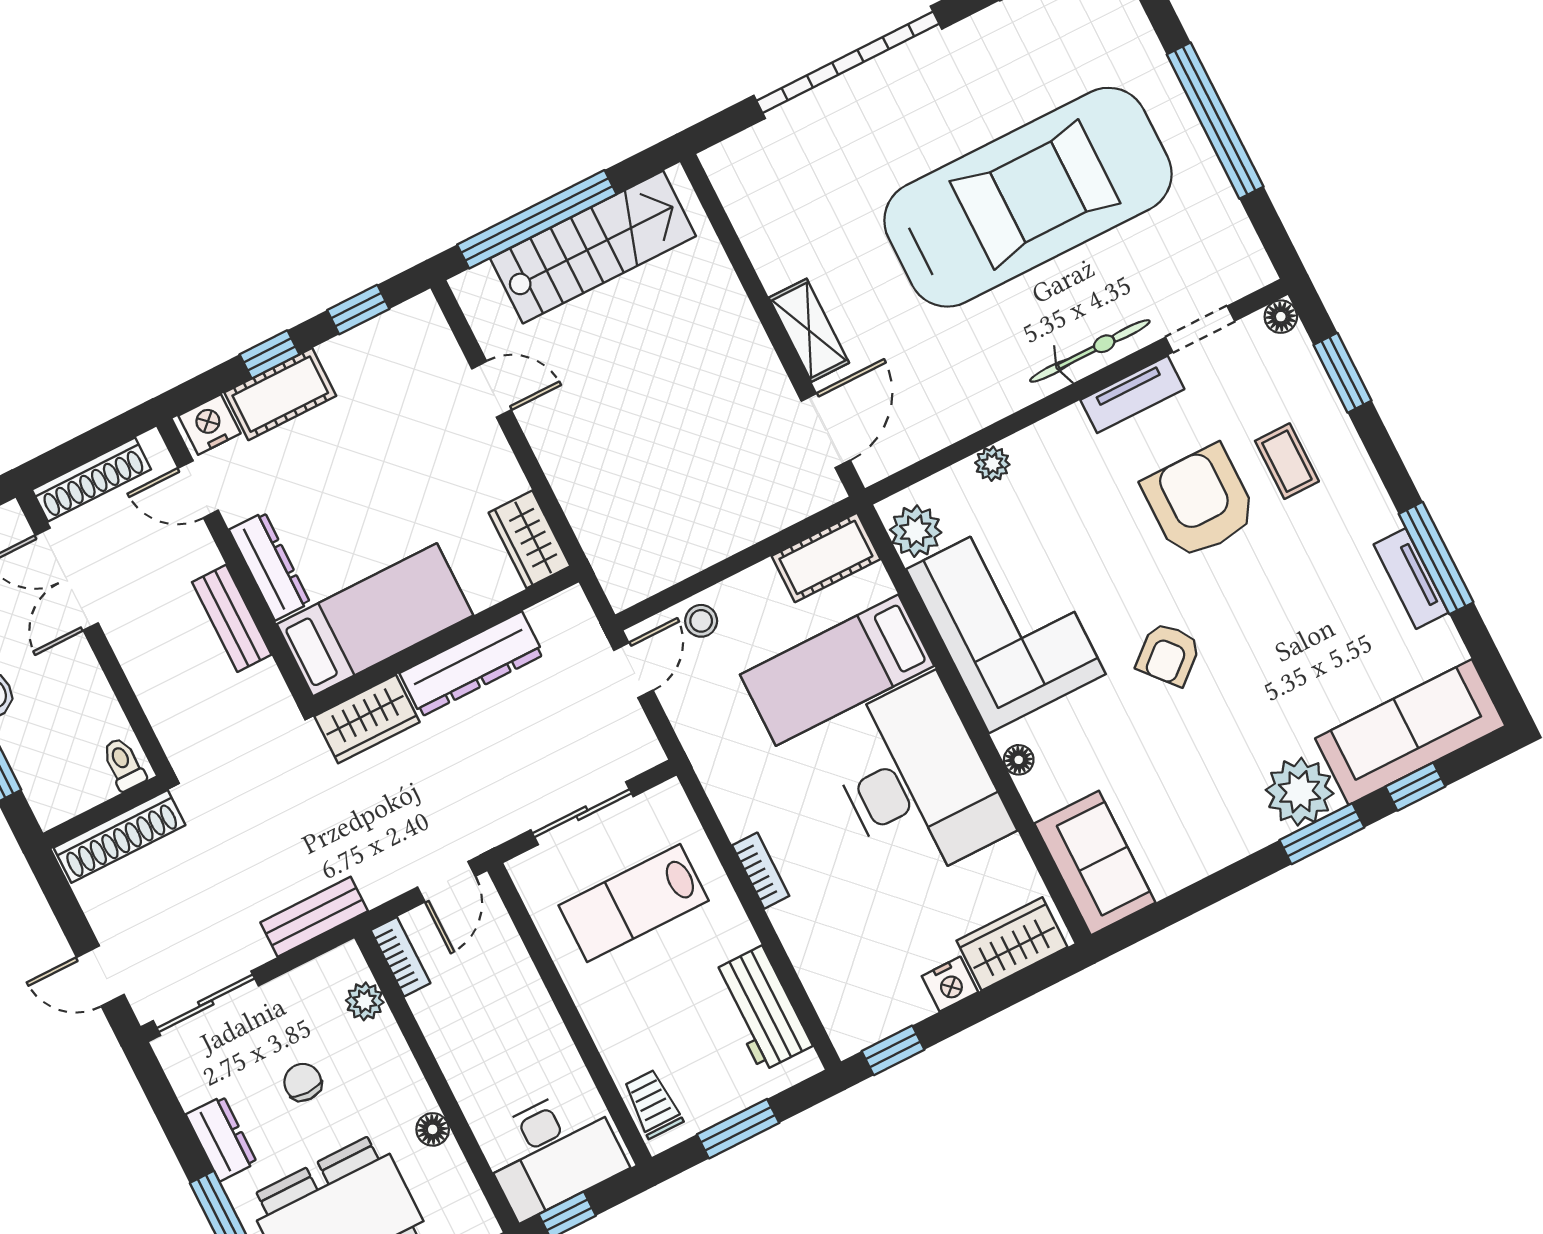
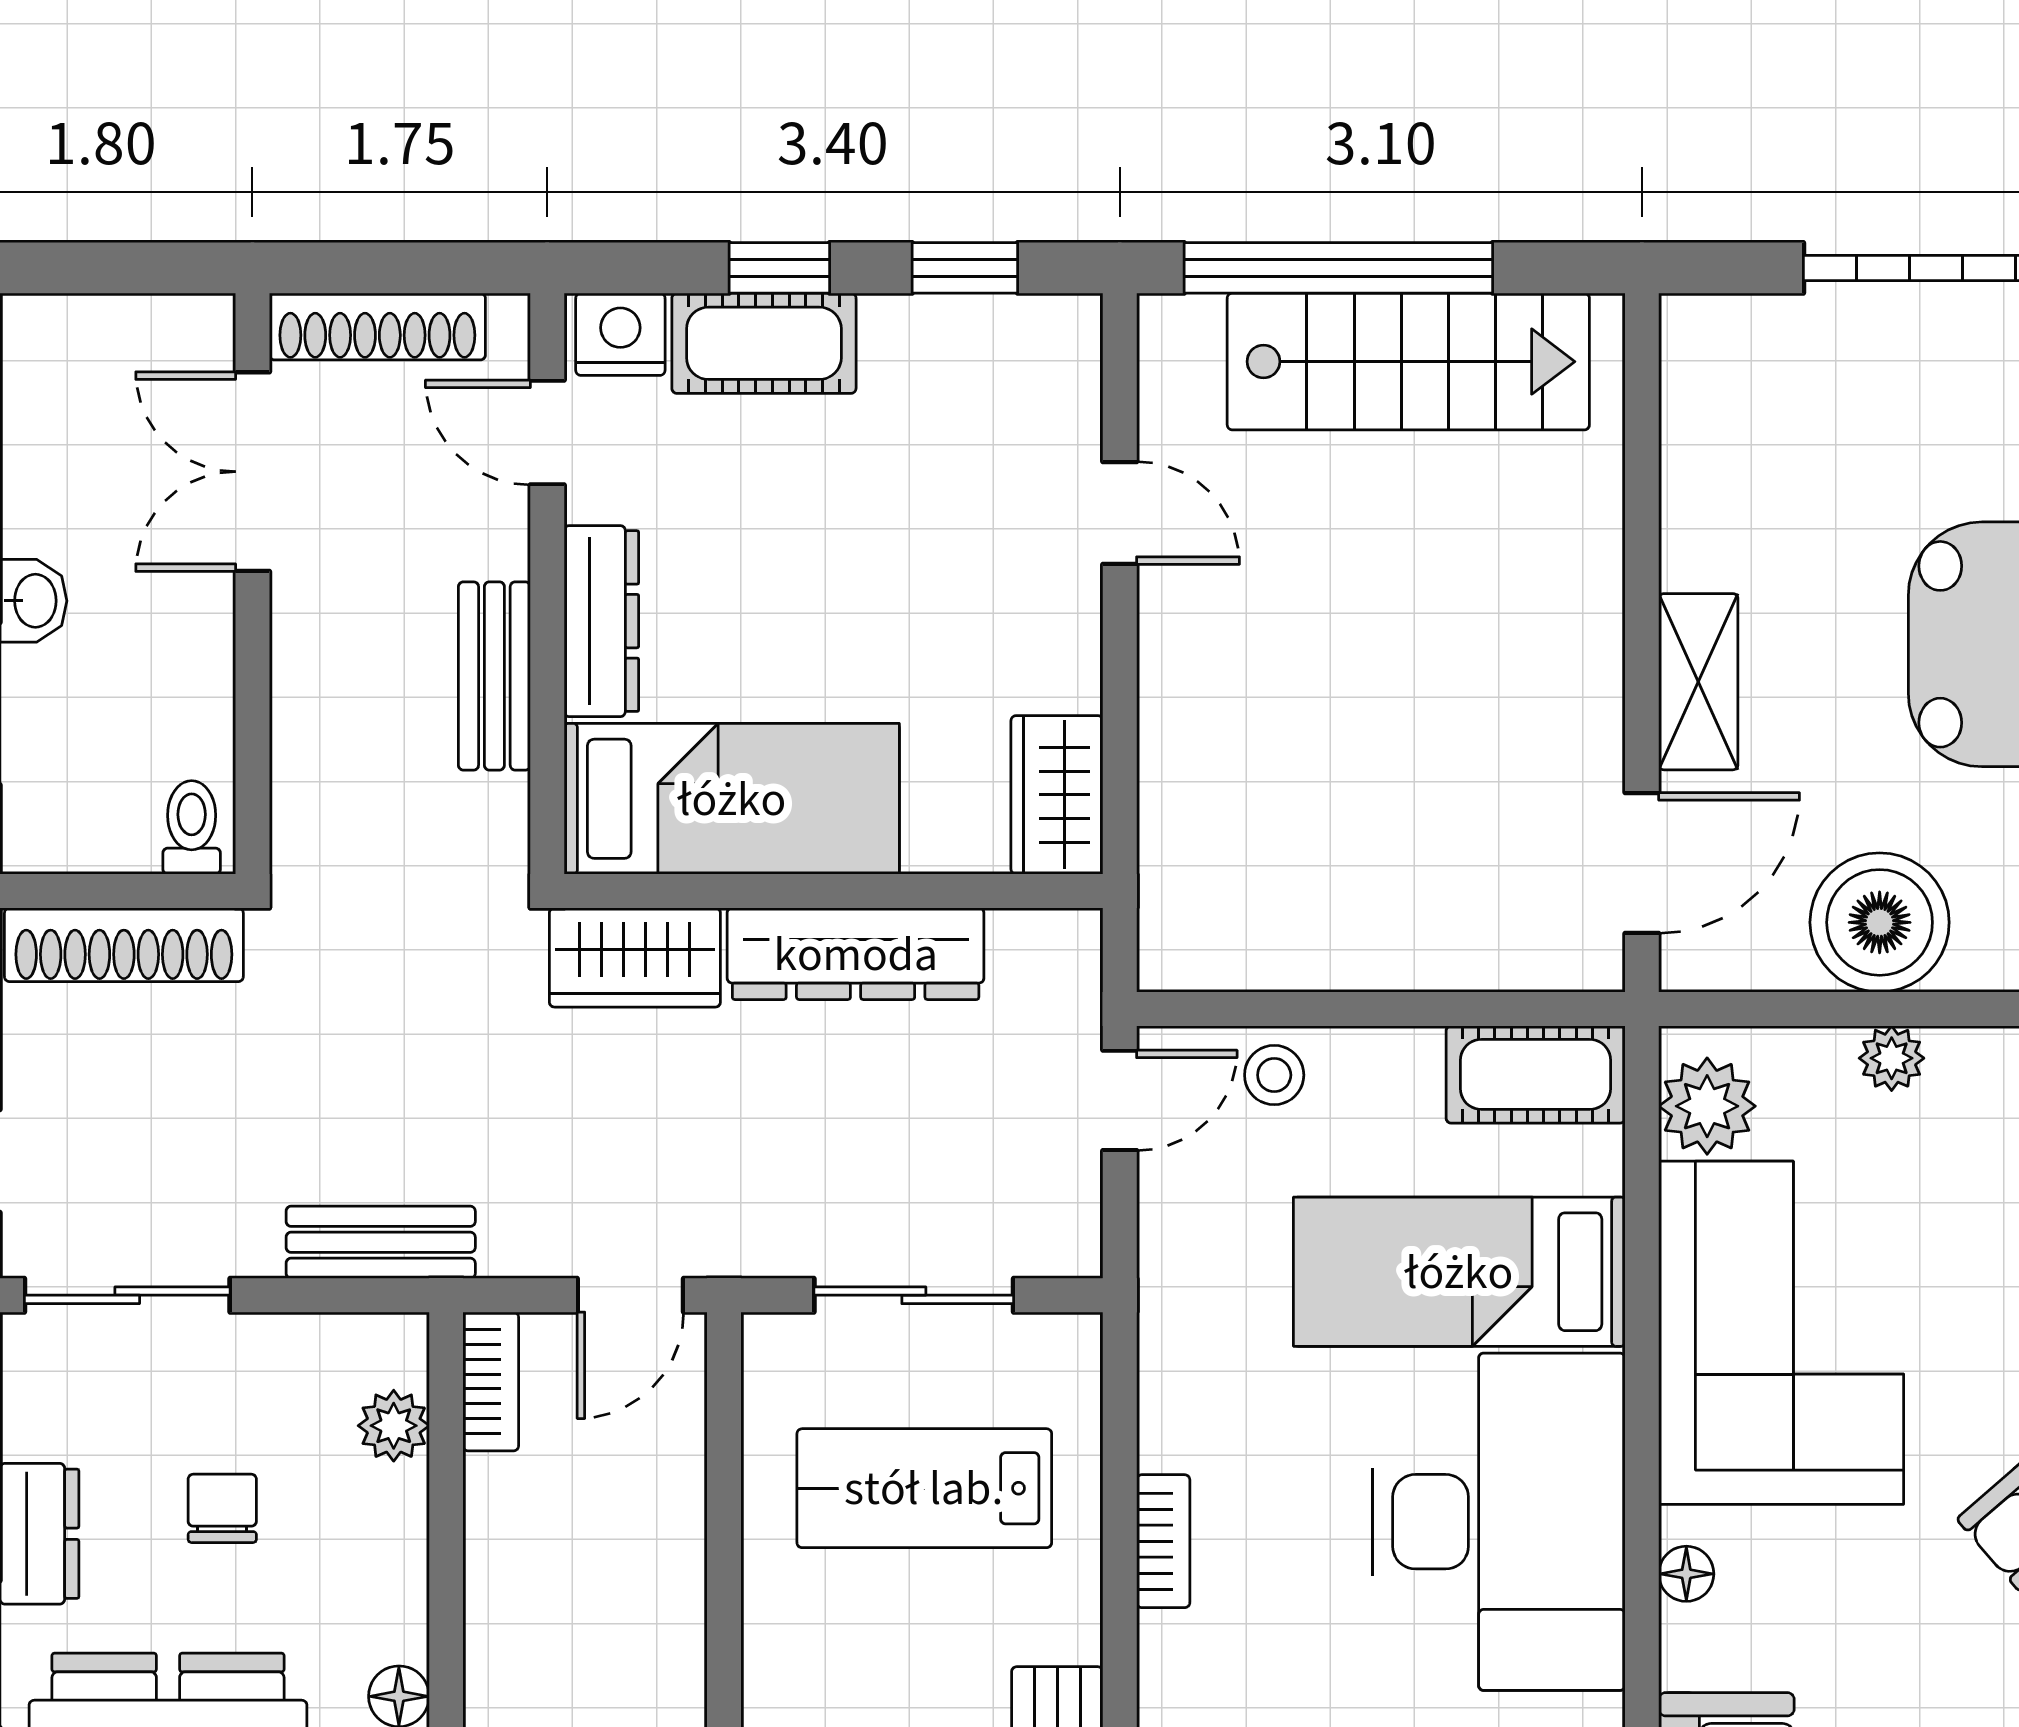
boiler: (954, 402) -> (1880, 922), added

